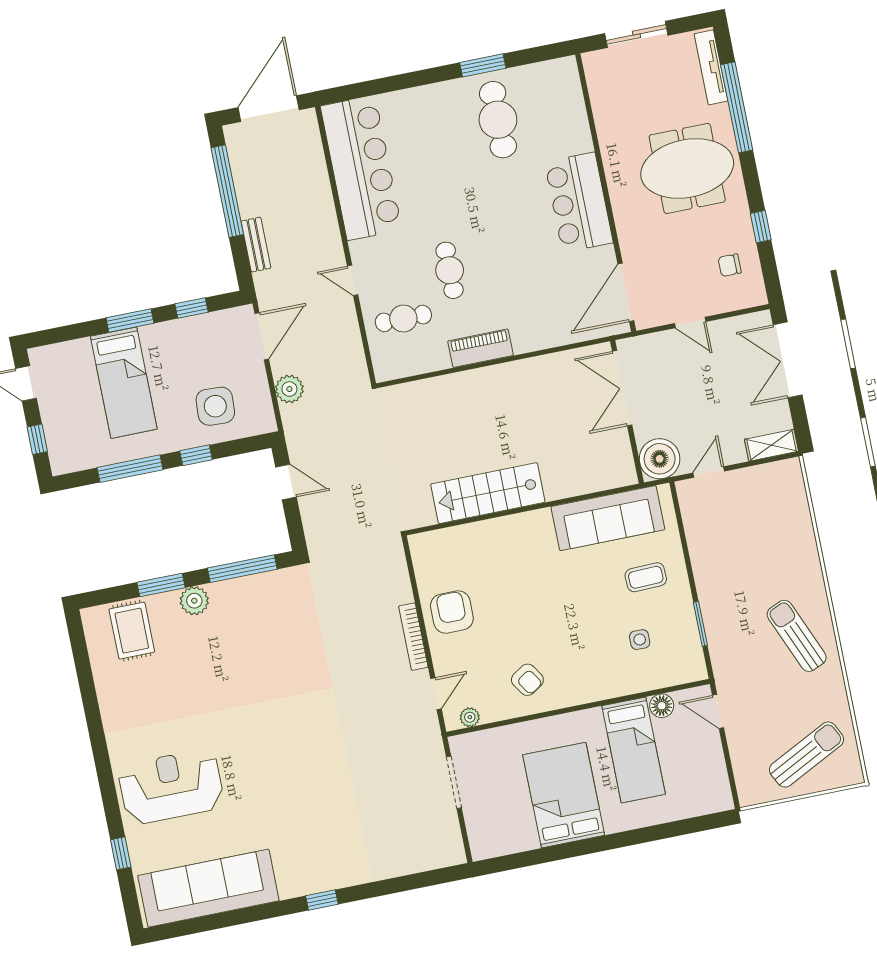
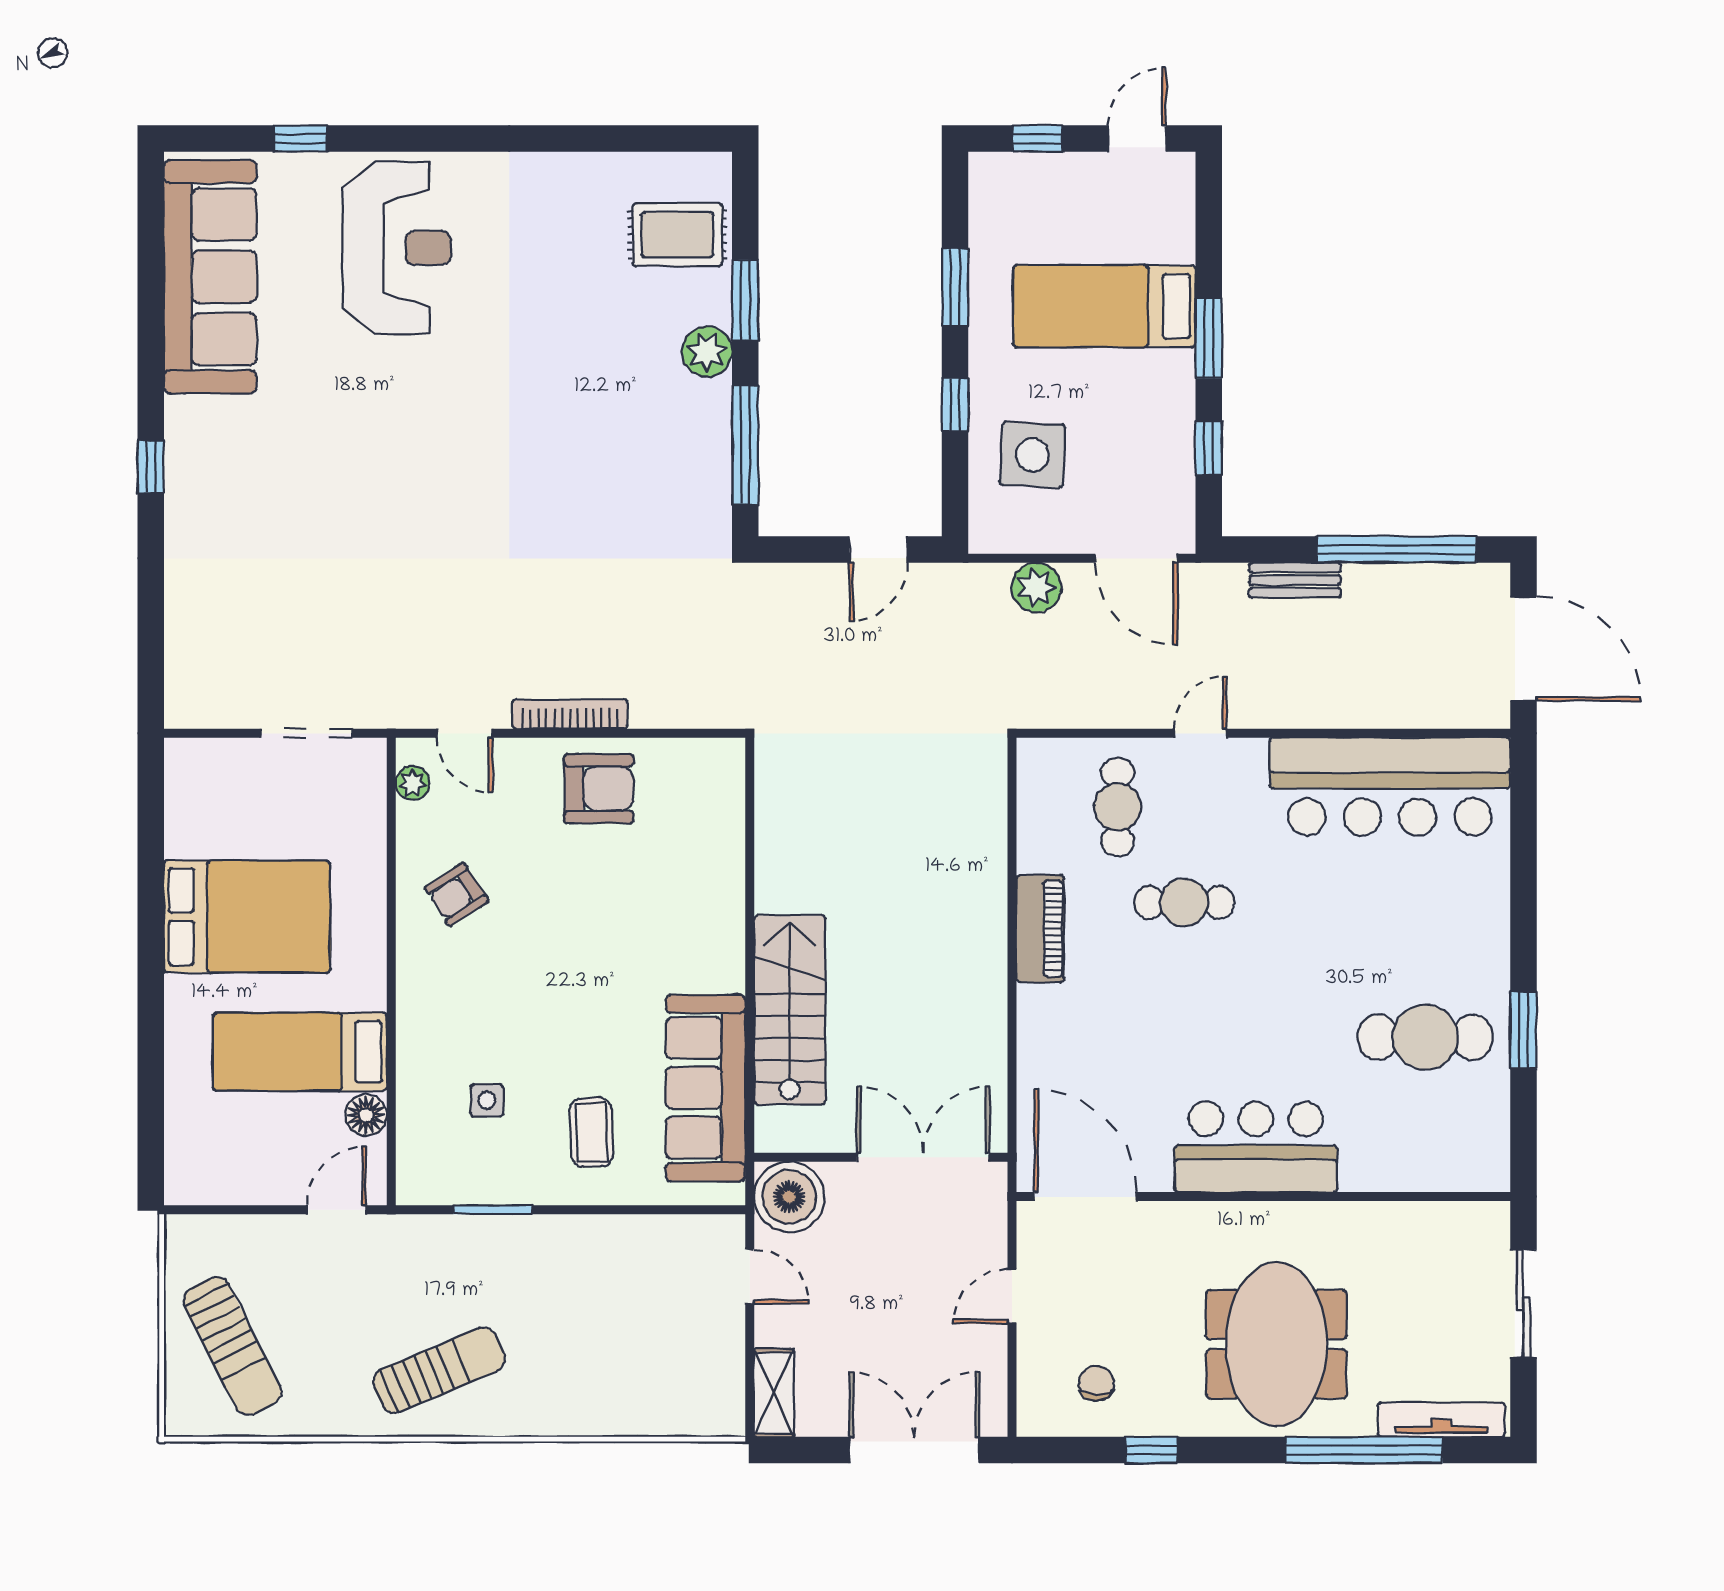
window: (130, 469) -> (955, 287), width x0.69
stairs: (488, 493) -> (790, 1010), moved

